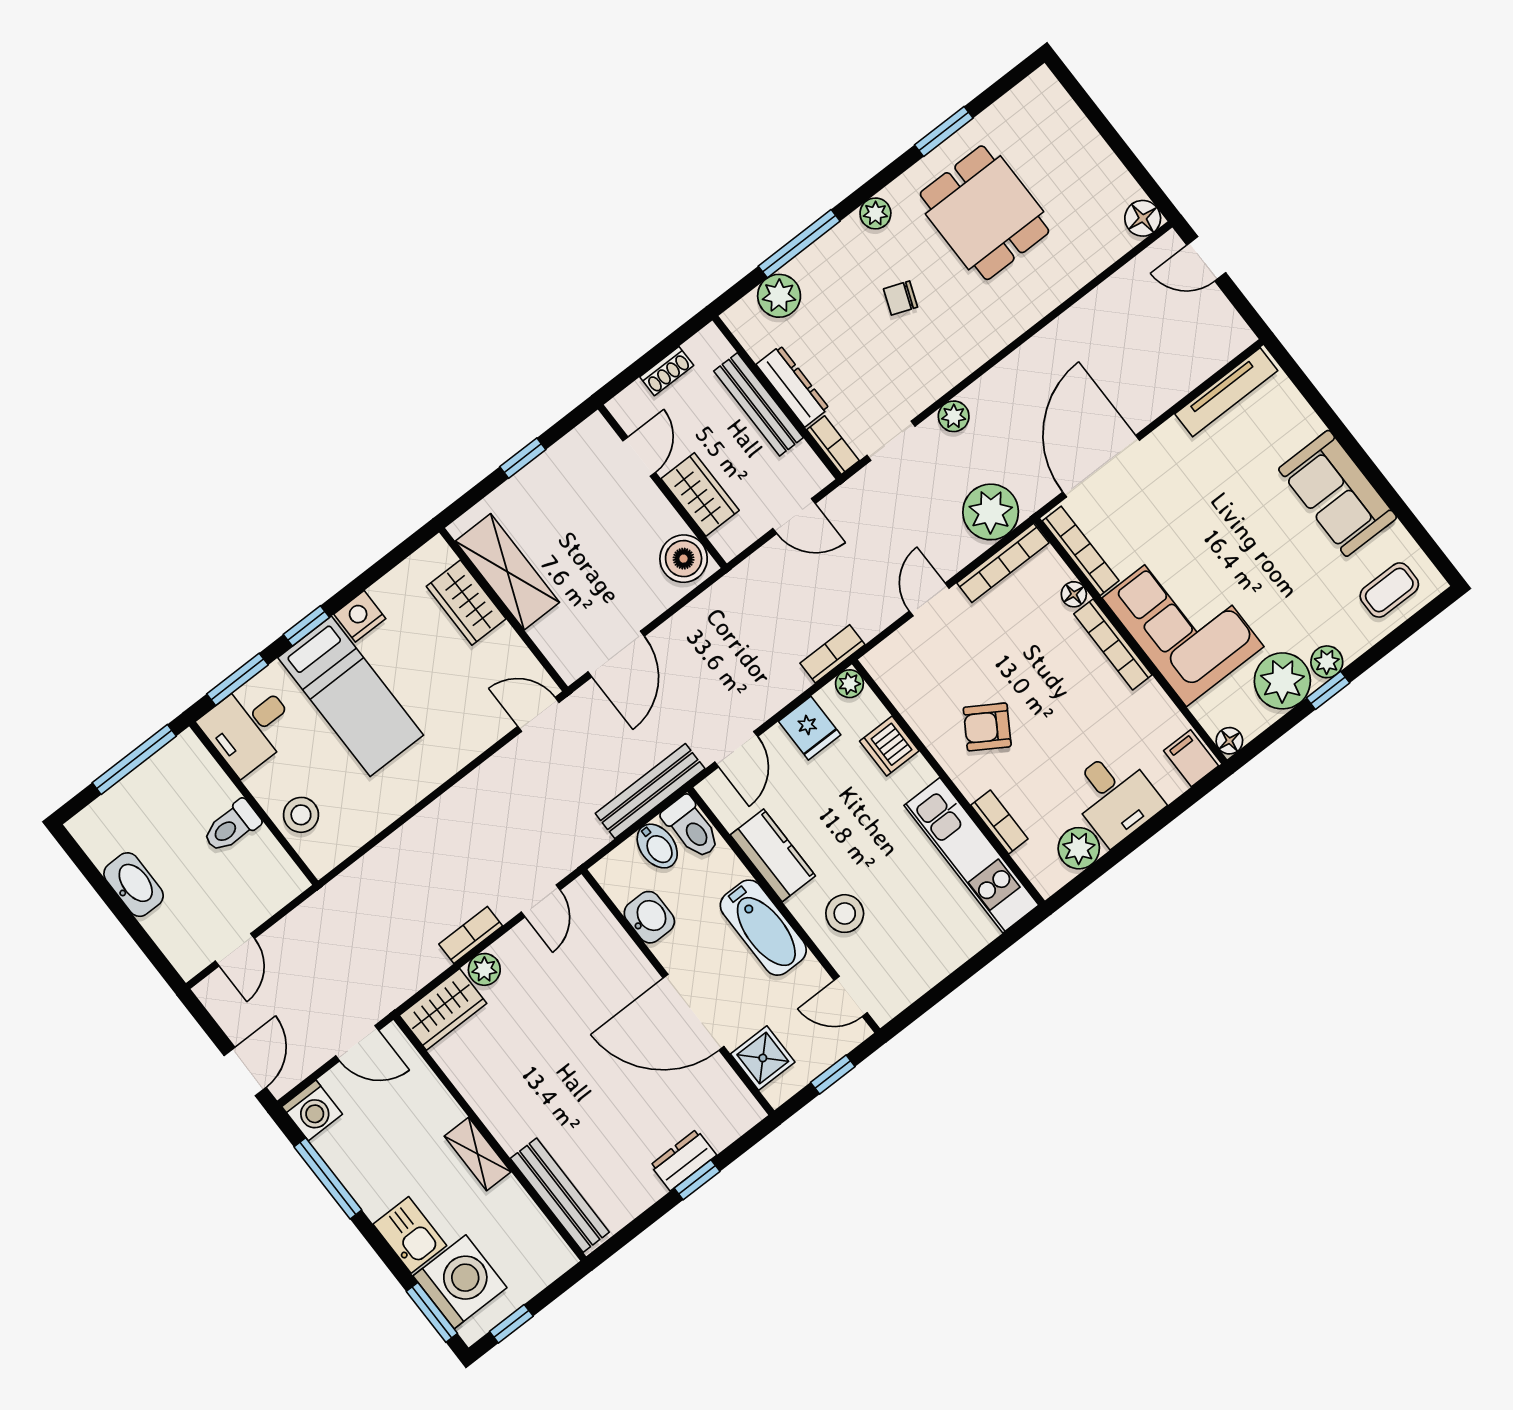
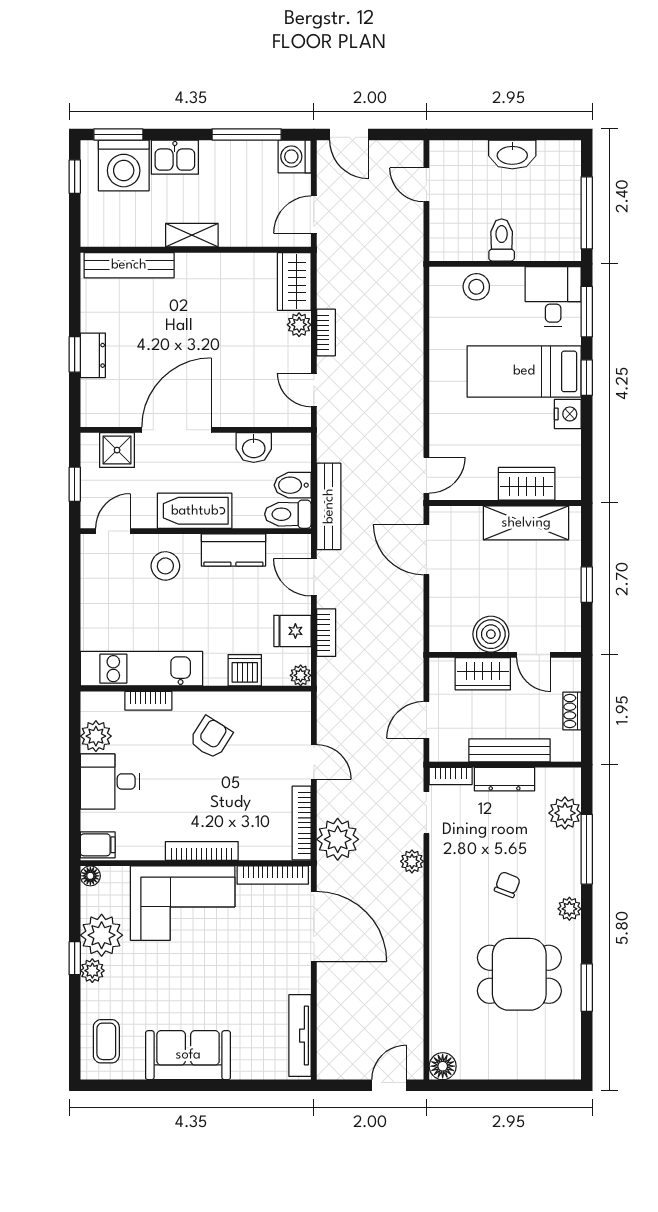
boiler: (684, 559) -> (491, 634), moved
floor lamp: (1074, 594) -> (250, 851), removed
bookcase: (832, 654) -> (326, 633), moved

